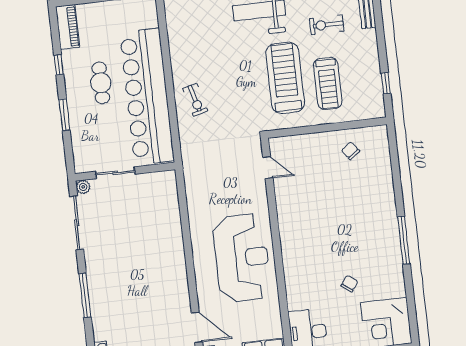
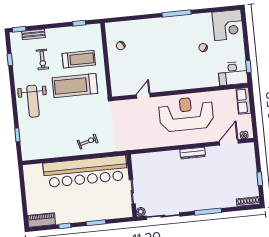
cafe table: (101, 83) -> (76, 200), removed
door: (268, 168) -> (143, 96), moved
dresser: (179, 269) -> (193, 153), added

